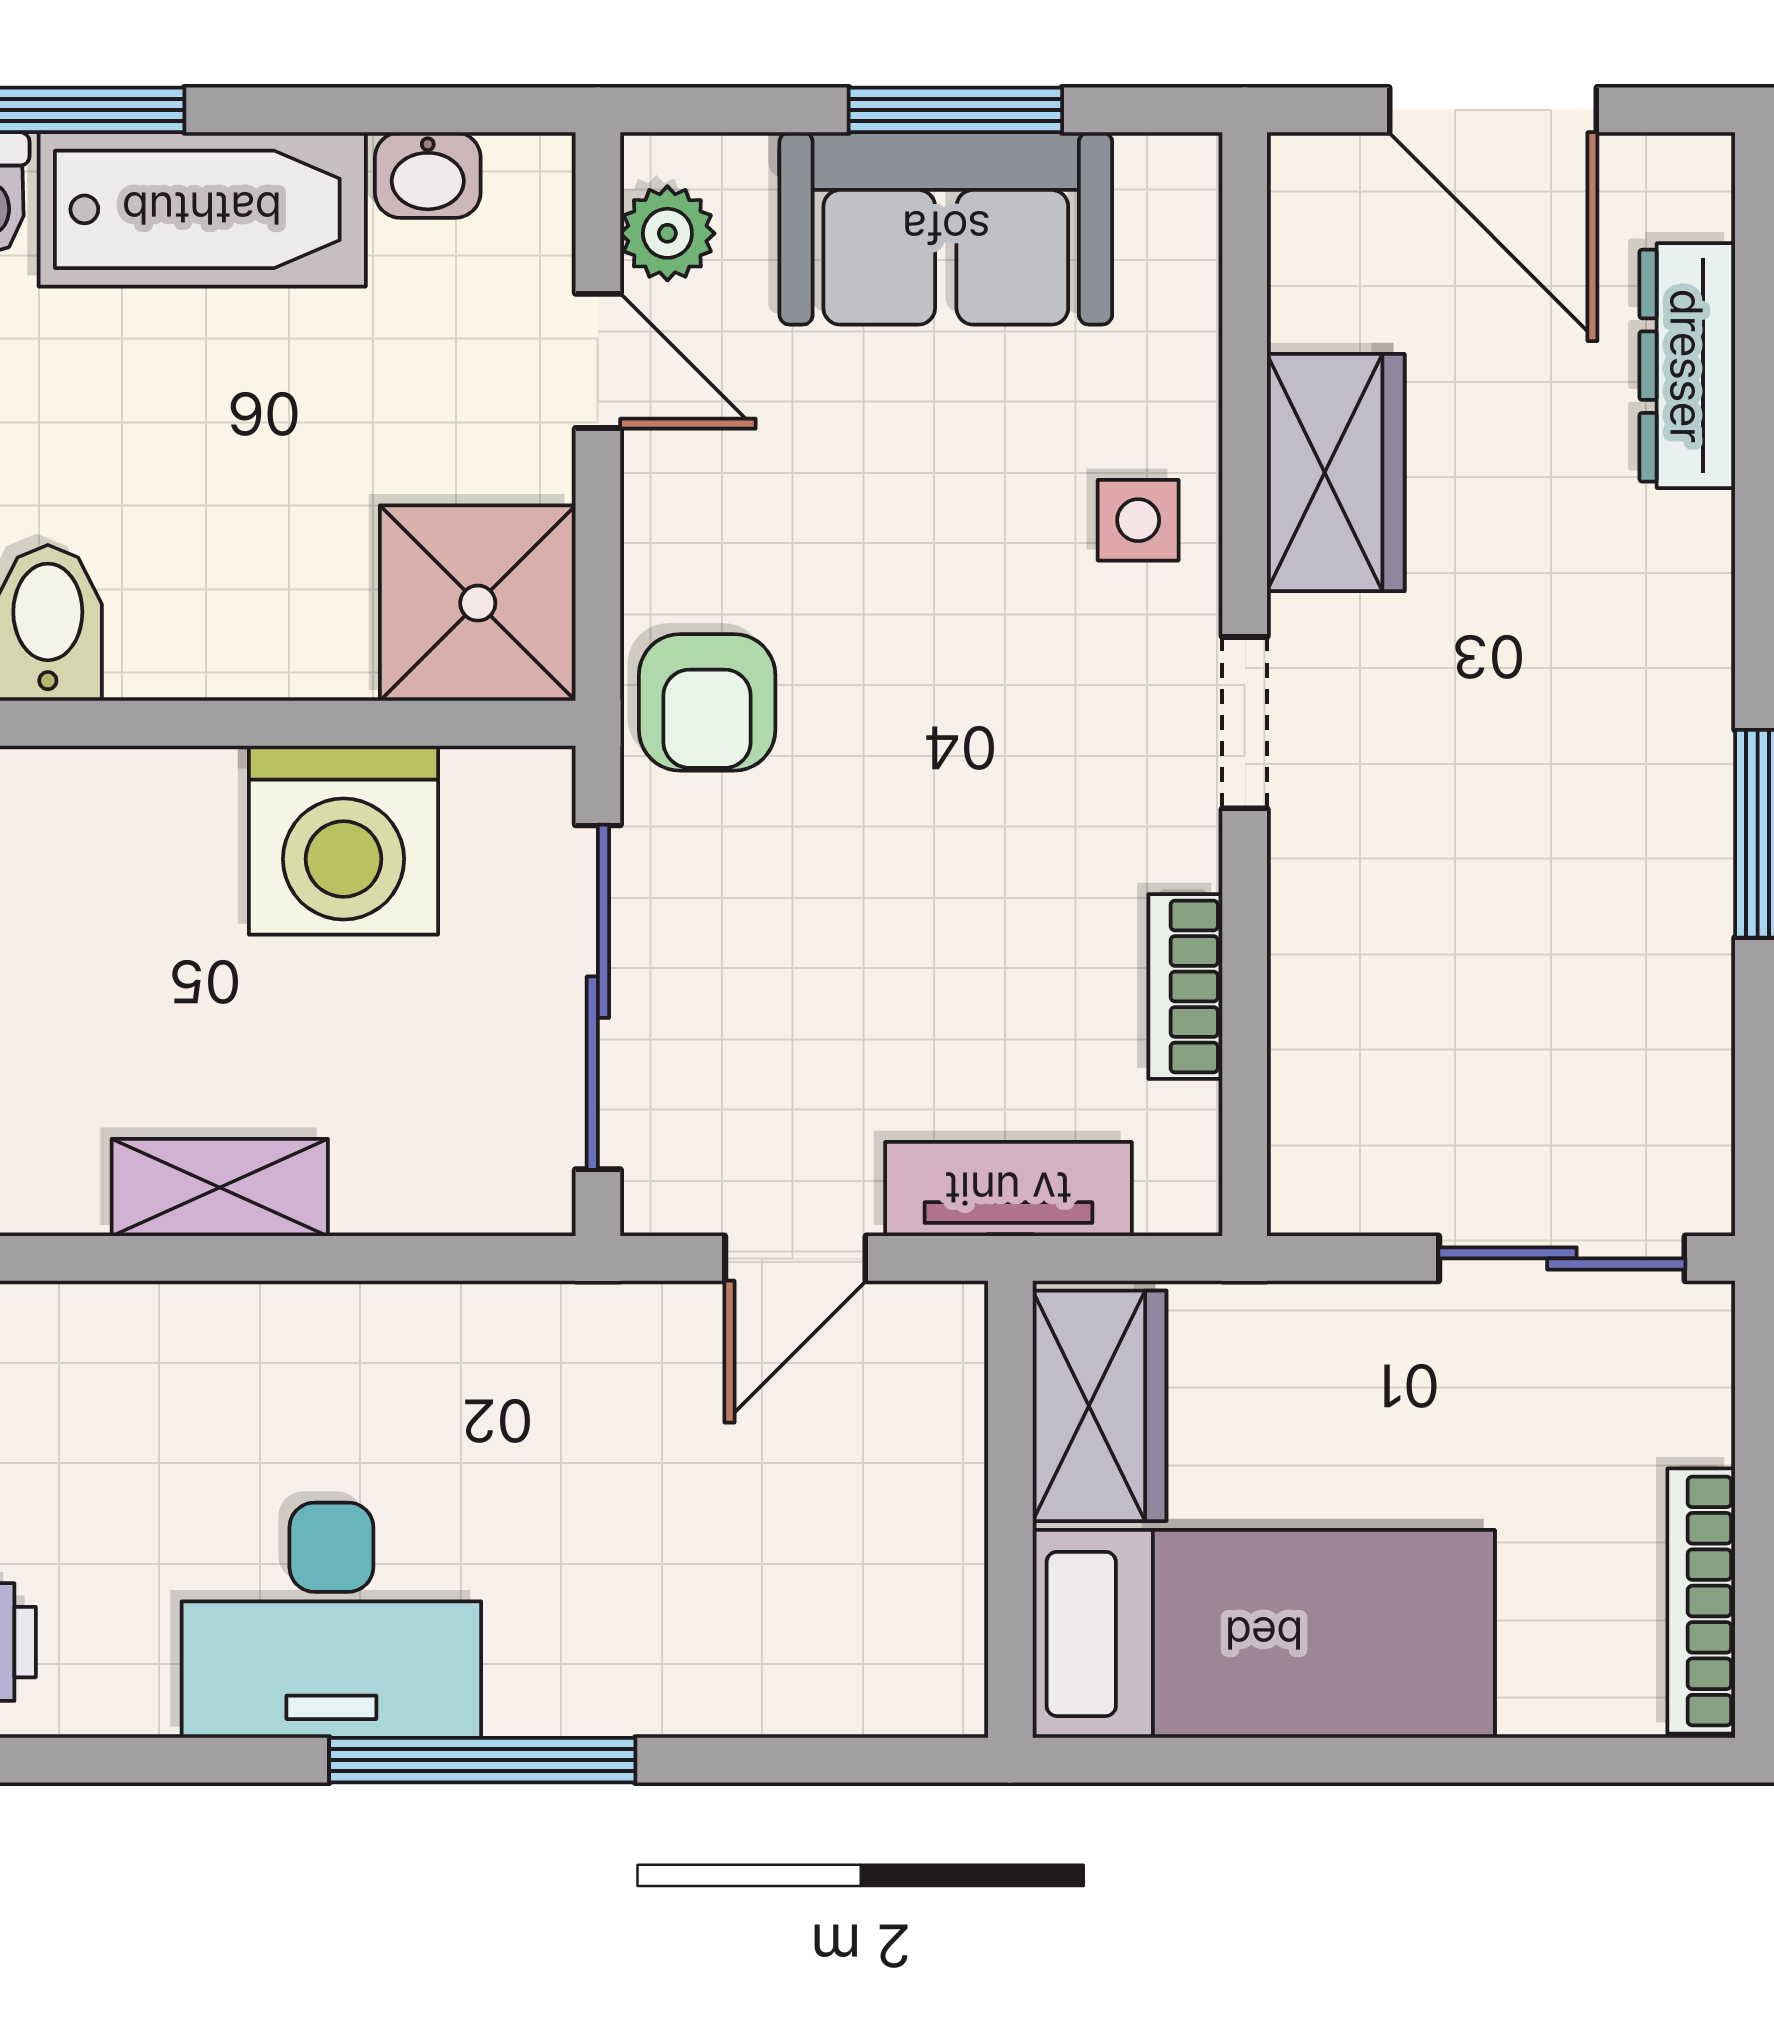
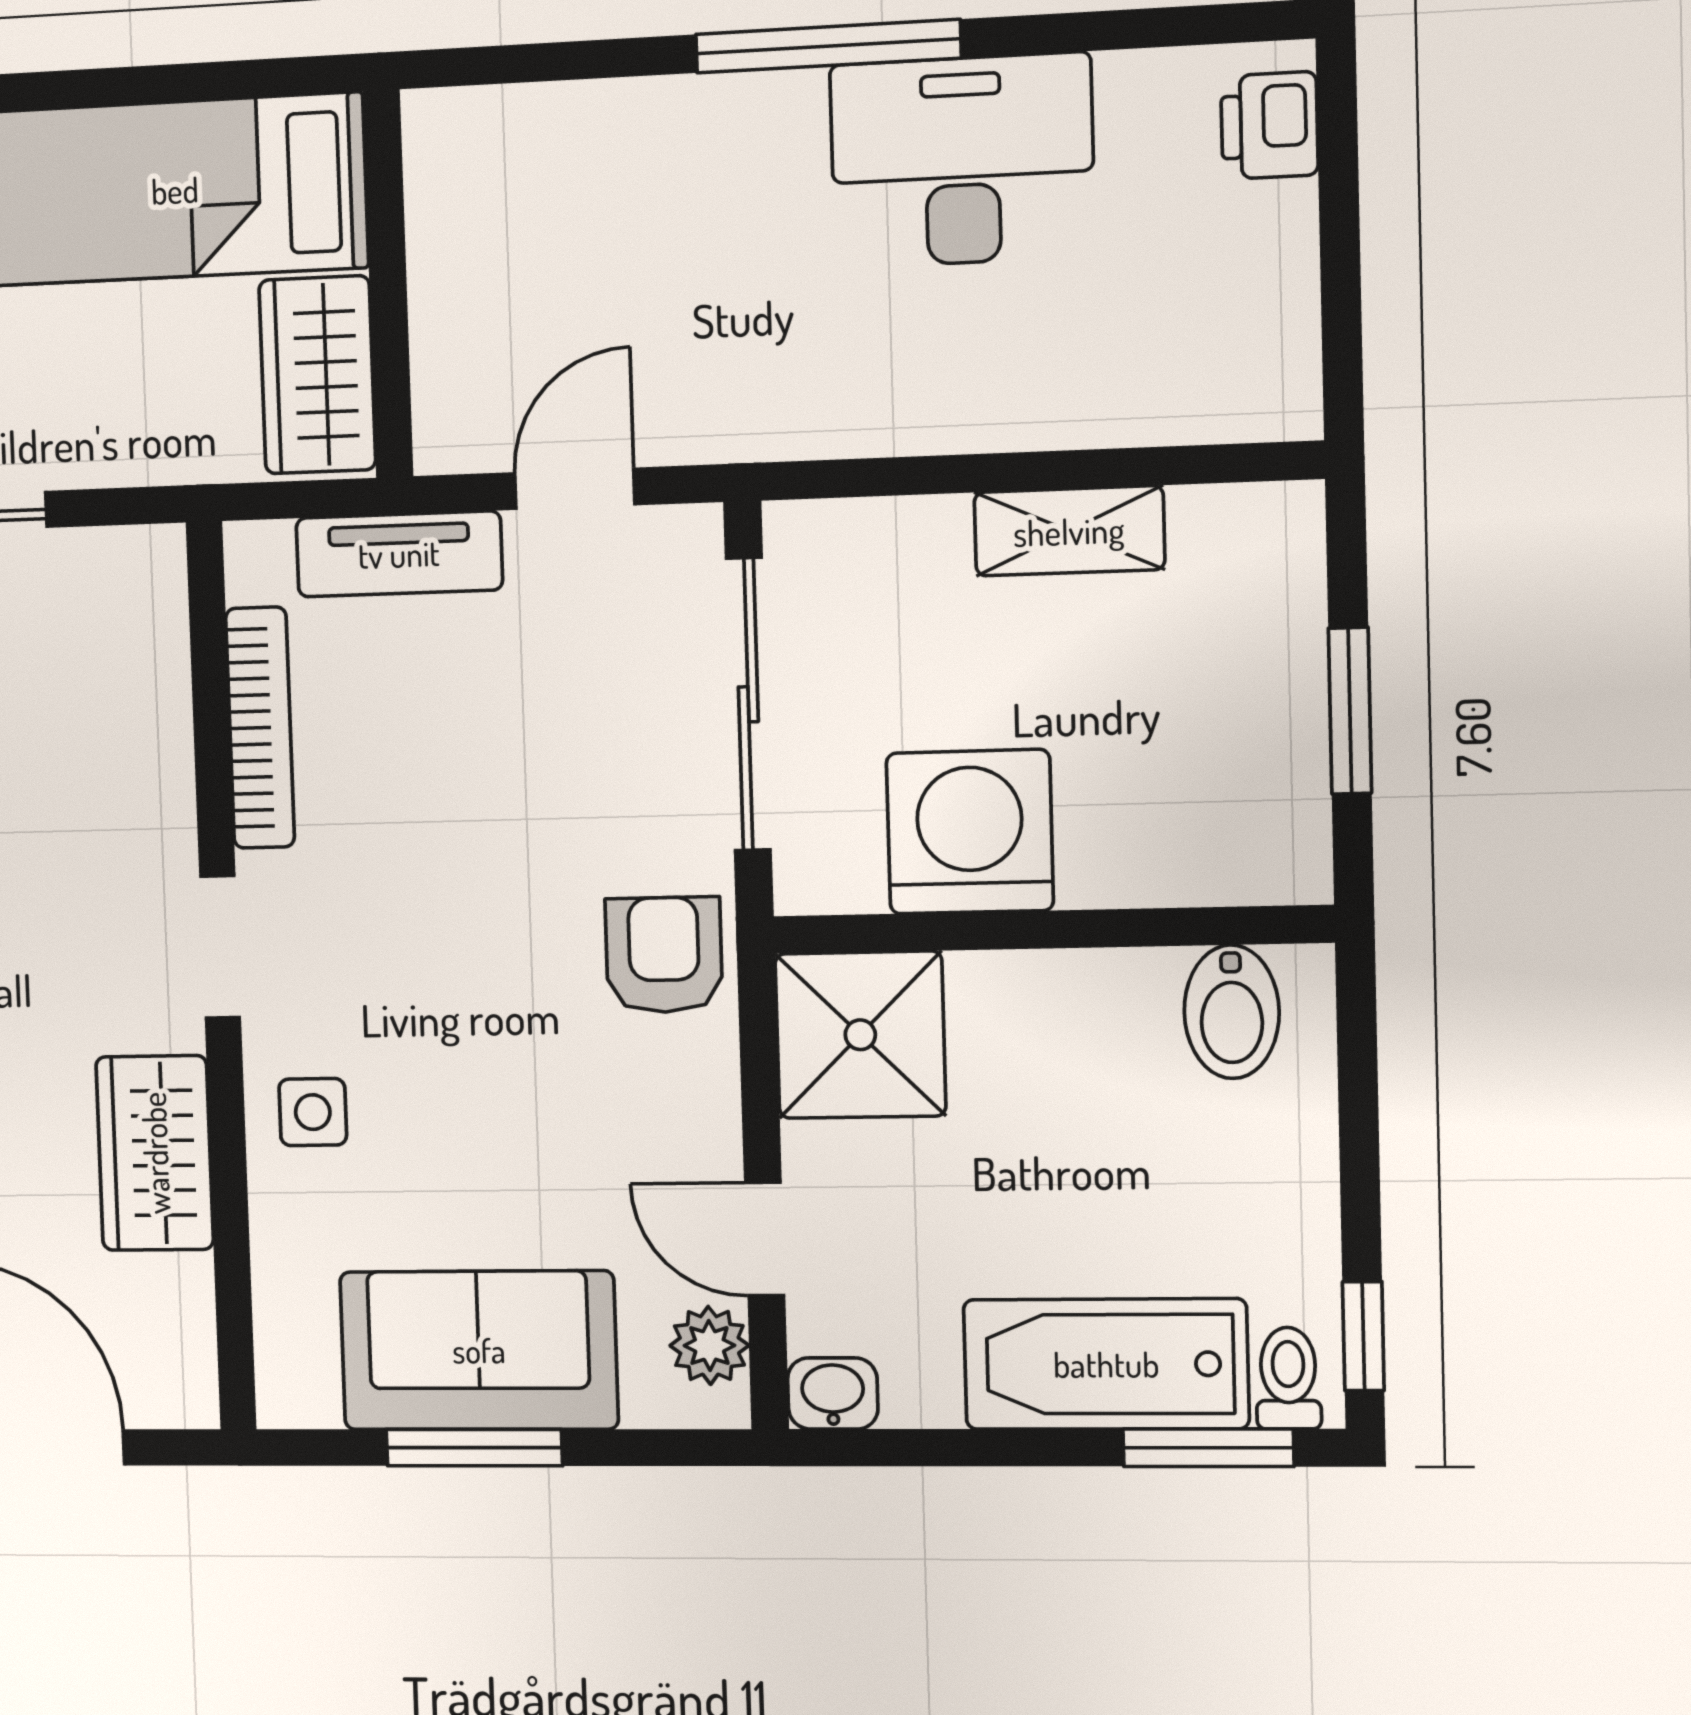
washbasin: (428, 175) -> (833, 1394), moved
bookcase: (1185, 987) -> (260, 728), width x1.56

